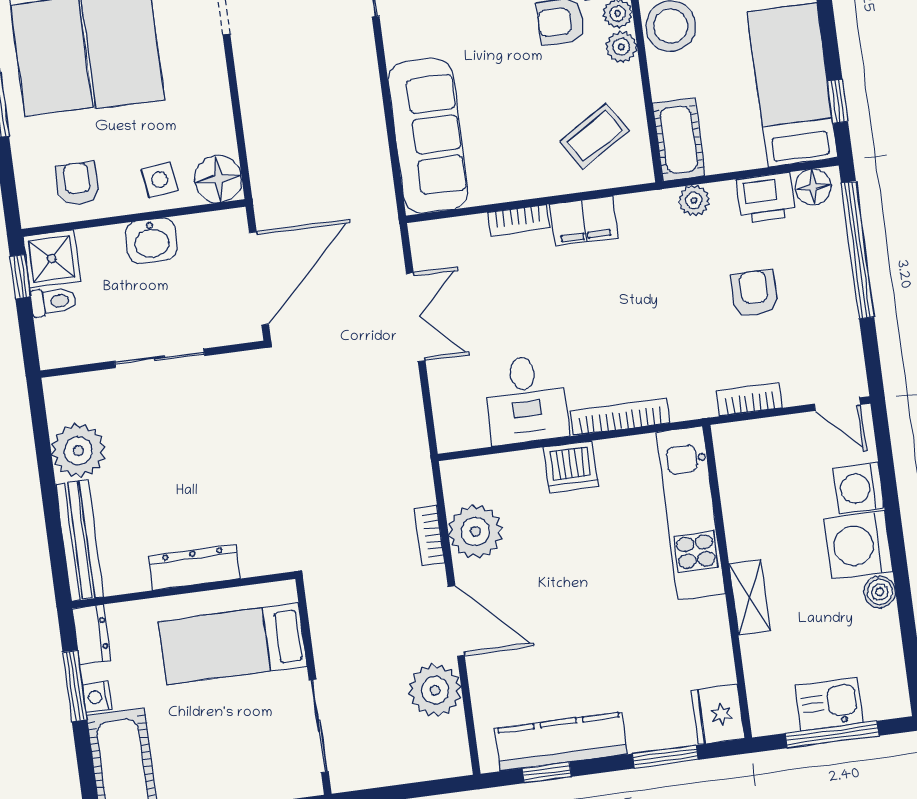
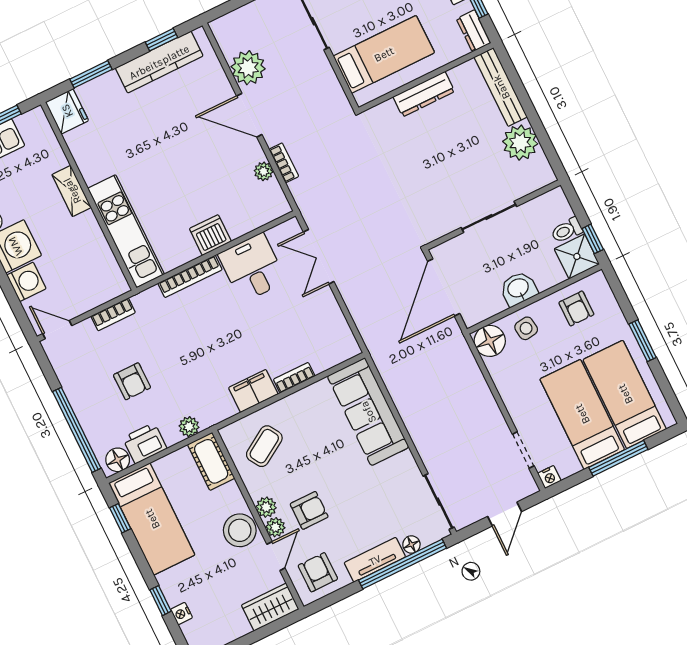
double door: (416, 317) -> (319, 257), moved
plant: (475, 531) -> (264, 171), width x0.53, depth x0.53

